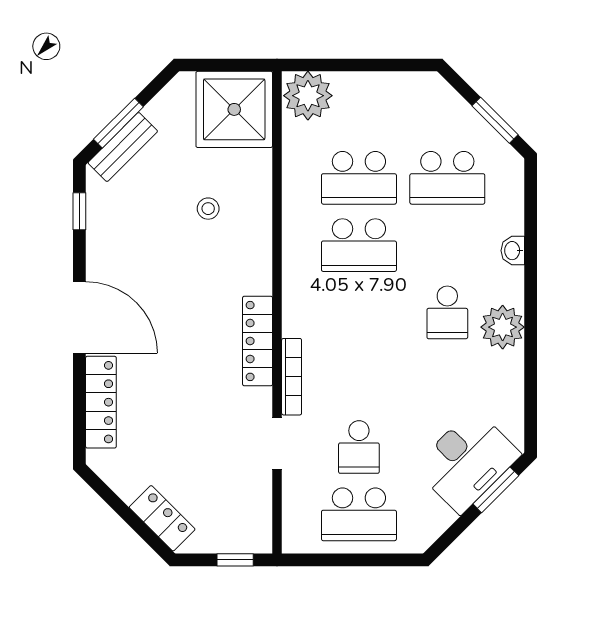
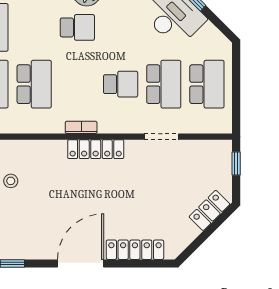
bookcase: (292, 377) -> (81, 127), moved, width x0.64
school desk: (359, 380) -> (121, 84), added
school desk: (359, 447) -> (164, 84), width x1.85

